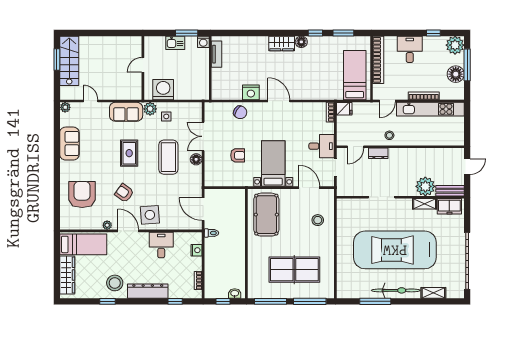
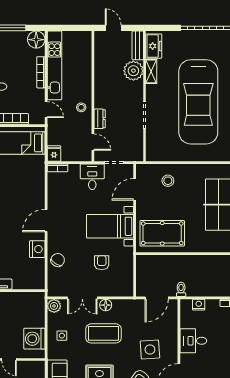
floor lamp: (456, 74) -> (36, 40), moved
plant: (150, 109) -> (54, 306), moved
side table: (150, 215) -> (150, 350), moved

